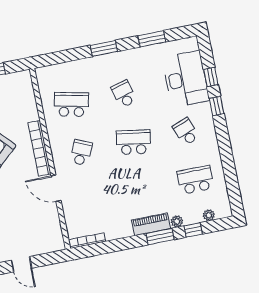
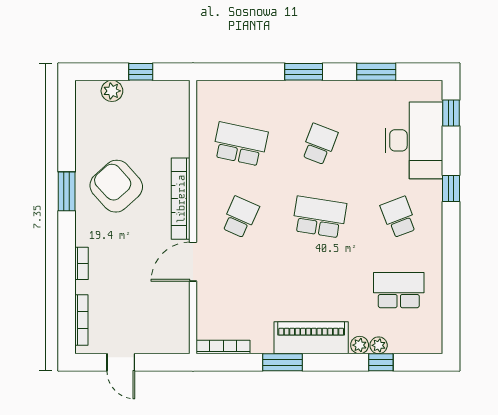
window: (211, 77) -> (451, 113), moved
school desk: (124, 94) -> (319, 144), turned 36
door: (56, 188) -> (193, 262), hinge flipped
plant: (209, 215) -> (379, 345), moved
piano: (151, 224) -> (311, 338), width x1.37, depth x1.33
window: (160, 237) -> (283, 362), moved

